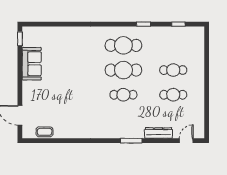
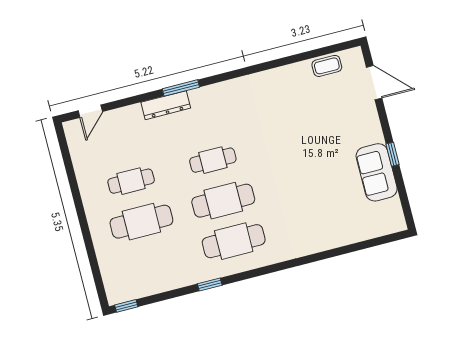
window: (178, 24) -> (126, 306), moved
window: (20, 39) -> (393, 154), moved
cafe table: (173, 70) -> (141, 222), width x1.37, depth x1.35
dresser: (158, 133) -> (166, 105), moved

